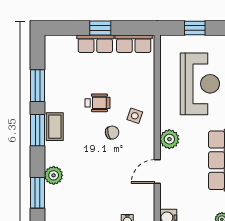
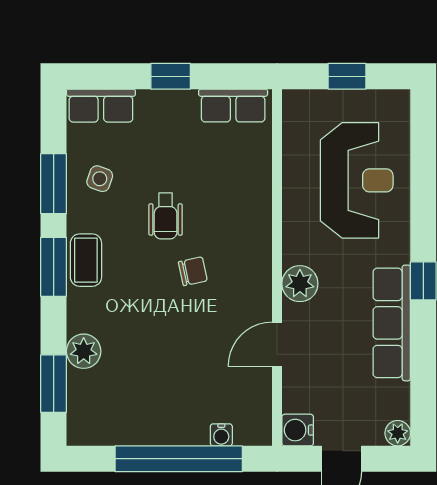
row of seats: (95, 44) -> (101, 106), moved
wheelchair: (97, 103) -> (166, 216), turned 90
side table: (135, 116) -> (100, 179), moved

